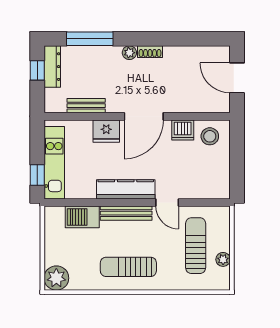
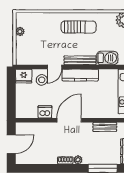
door: (237, 78) -> (11, 144), hinge flipped
fridge: (106, 131) -> (24, 76), moved, turned 180
stool: (210, 136) -> (42, 80), moved
door: (167, 202) -> (55, 67), swing flipped
sun lounger: (196, 246) -> (37, 40), removed

